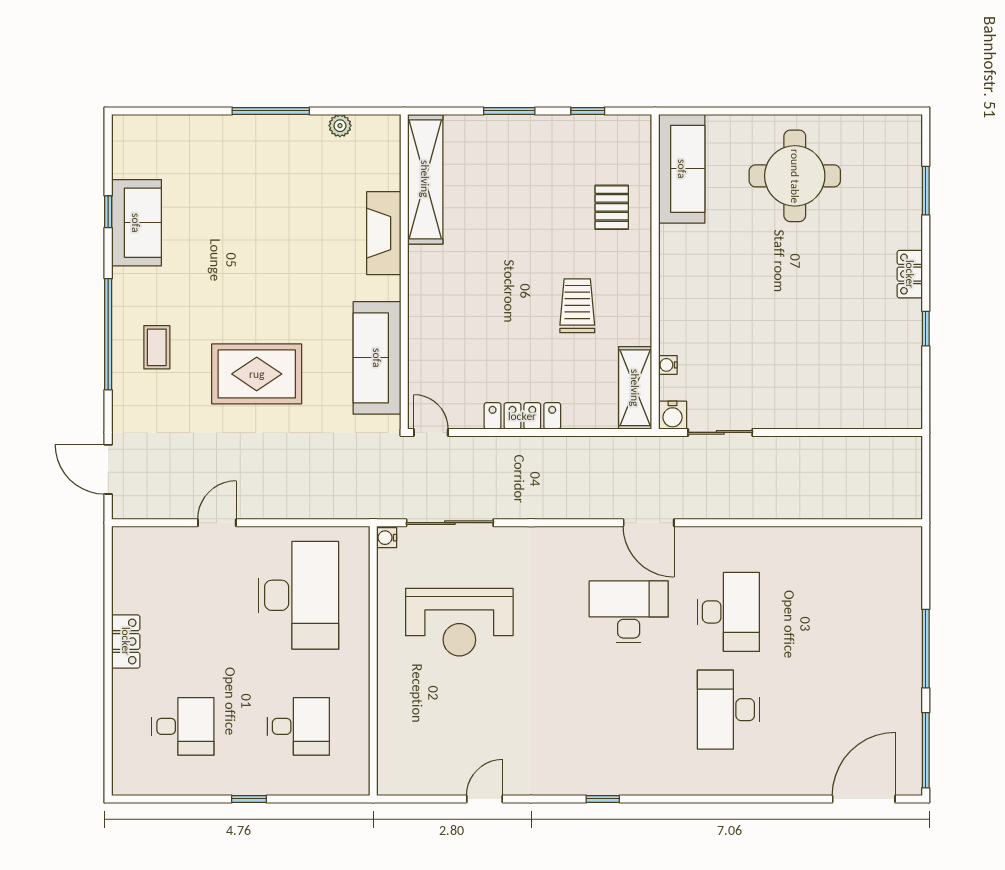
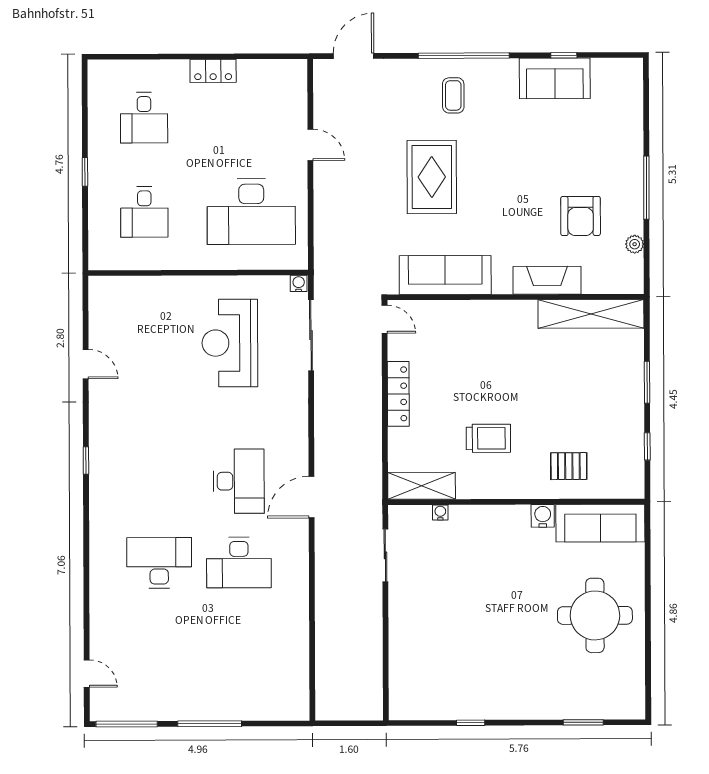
armchair: (305, 192) -> (581, 216), added
locker: (910, 274) -> (515, 710), removed
coffee table: (157, 347) -> (453, 95), turned 90
water cooler: (673, 415) -> (543, 516), moved, turned 90
door: (431, 432) -> (385, 319), hinge flipped
door: (864, 799) -> (87, 674), width x0.53

